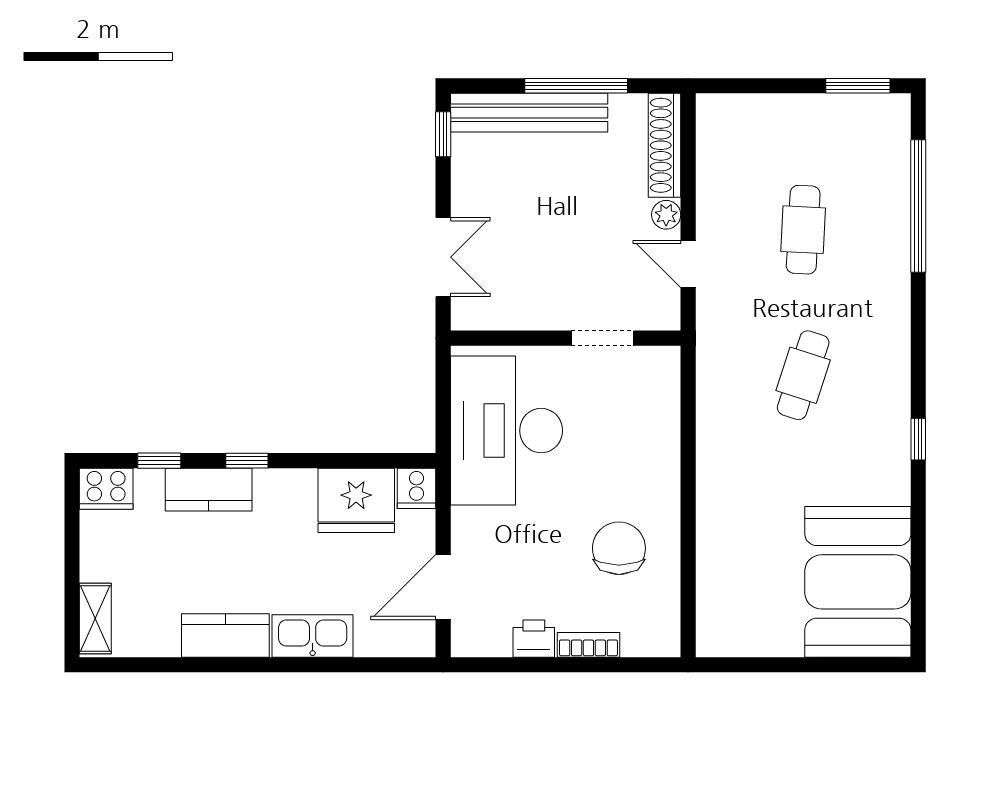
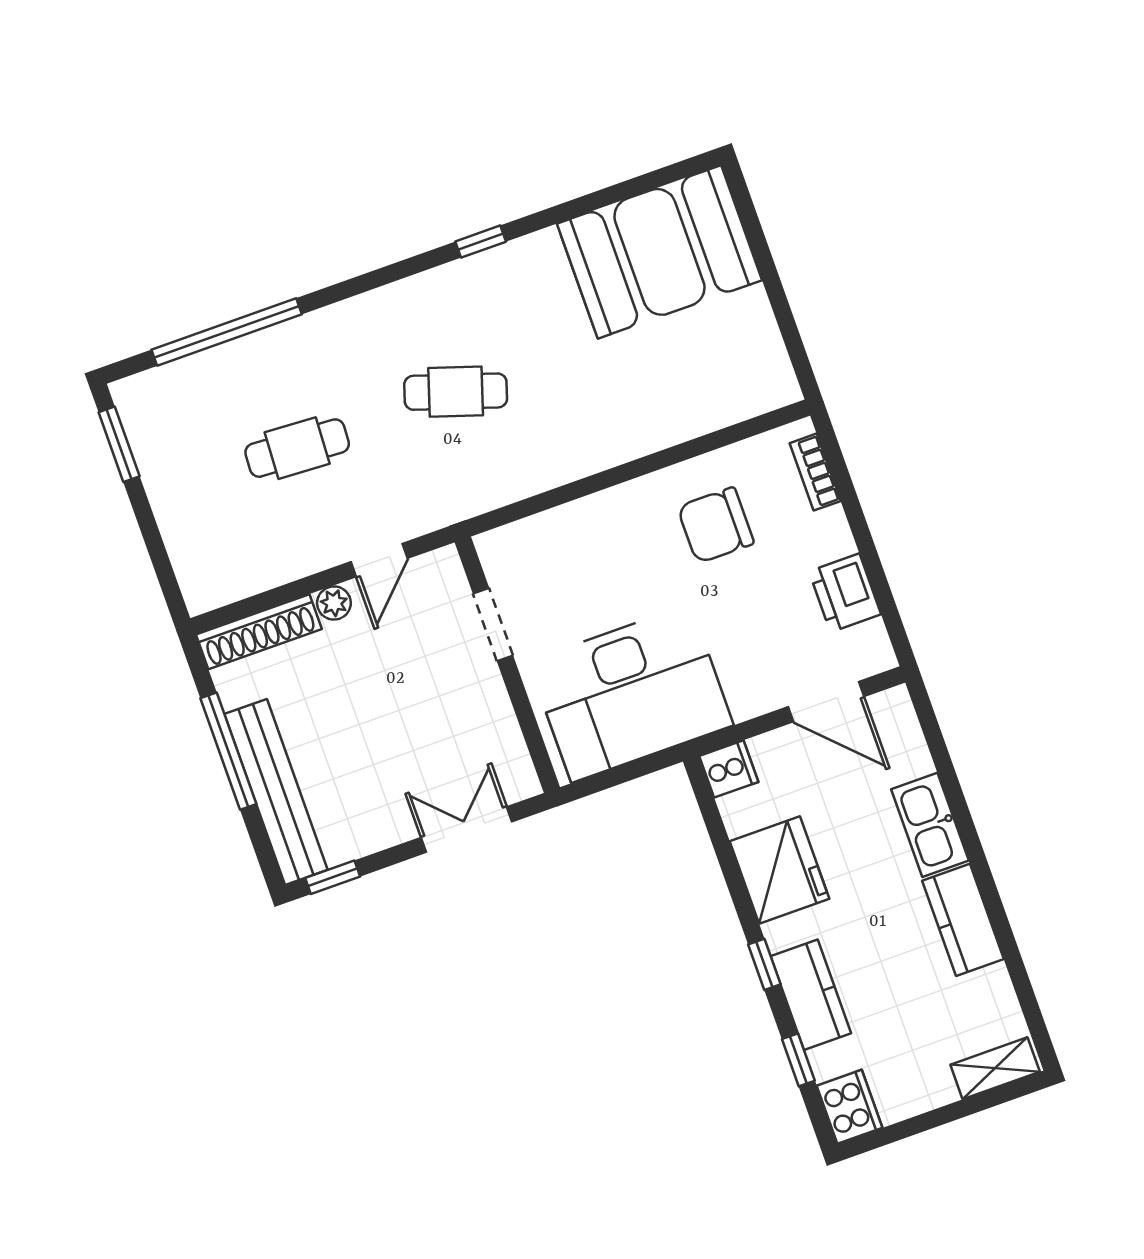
fridge: (356, 500) -> (779, 870), moved
printer: (534, 639) -> (845, 593), width x1.36, depth x1.24
bookcase: (588, 645) -> (815, 472), moved

